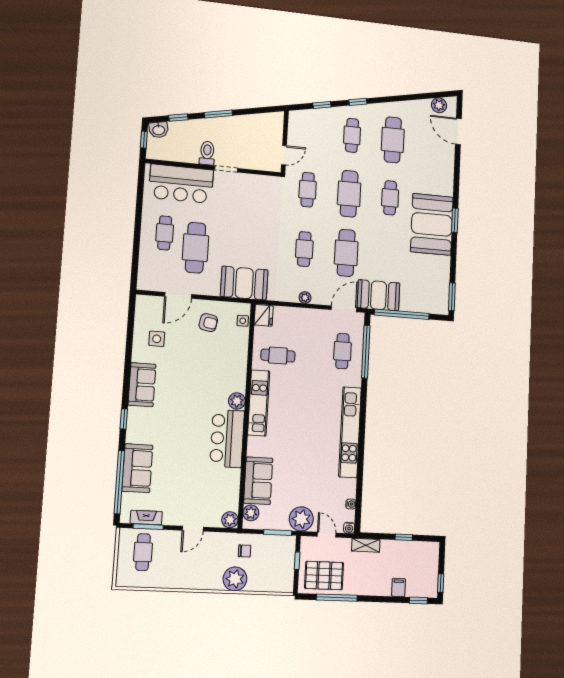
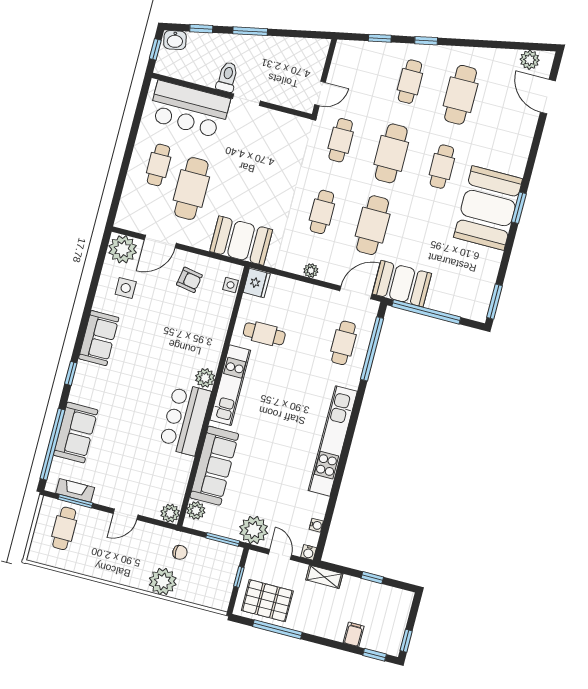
plant: (148, 307) -> (123, 249), added
sofa: (258, 481) -> (214, 466), width x1.36

